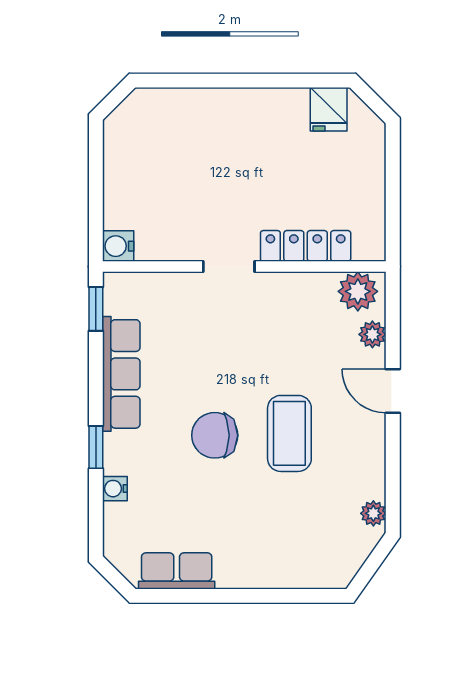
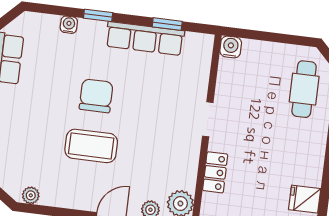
cafe table: (167, 130) -> (304, 89), added
locker: (306, 246) -> (215, 172), width x0.66
window: (96, 309) -> (167, 24), moved

